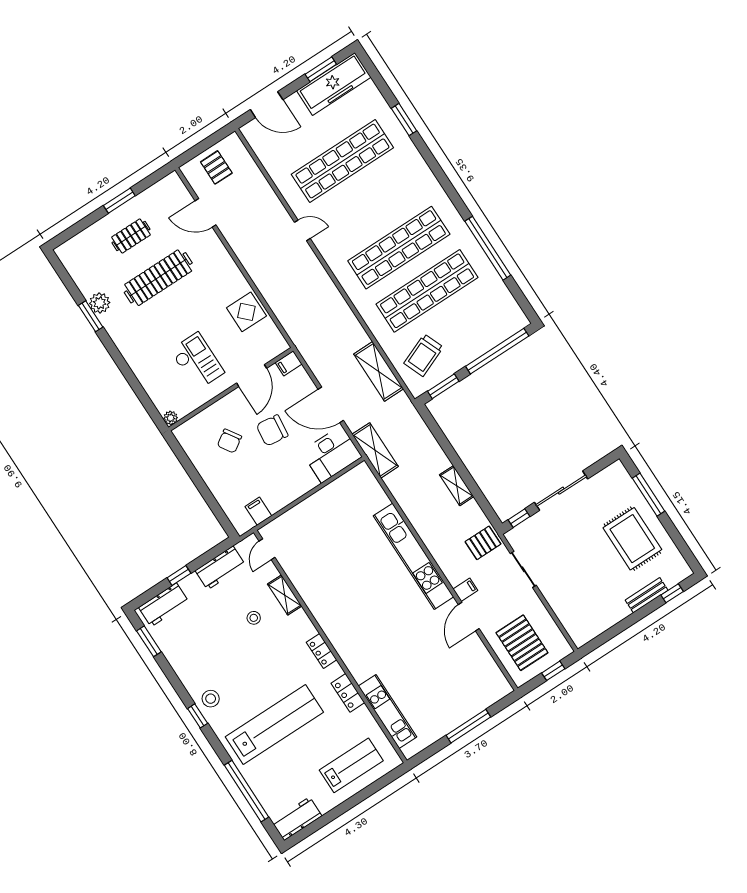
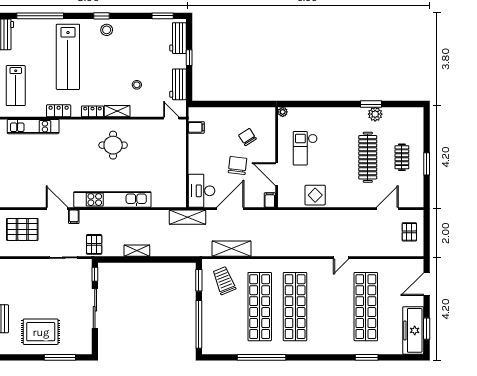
pallet: (216, 167) -> (409, 232), turned 90
checkout: (197, 361) -> (305, 148), turned 90
shelving: (285, 595) -> (117, 111), moved
round table: (346, 599) -> (113, 145), added

